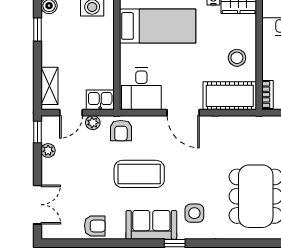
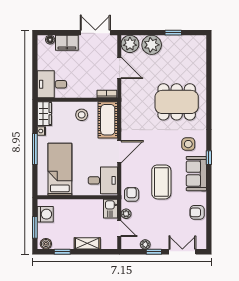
shelving: (49, 86) -> (87, 243), moved
armchair: (121, 131) -> (132, 194), turned -90
window: (37, 132) -> (154, 252), moved
armchair: (95, 226) -> (197, 212), turned -90

